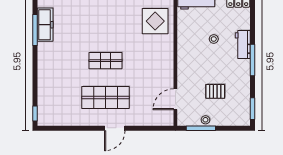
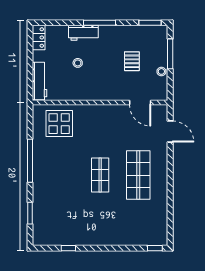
freezer: (45, 25) -> (63, 238), removed
window: (35, 30) -> (68, 248), width x0.46
door: (115, 128) -> (170, 131), moved
window: (201, 128) -> (170, 54), moved

